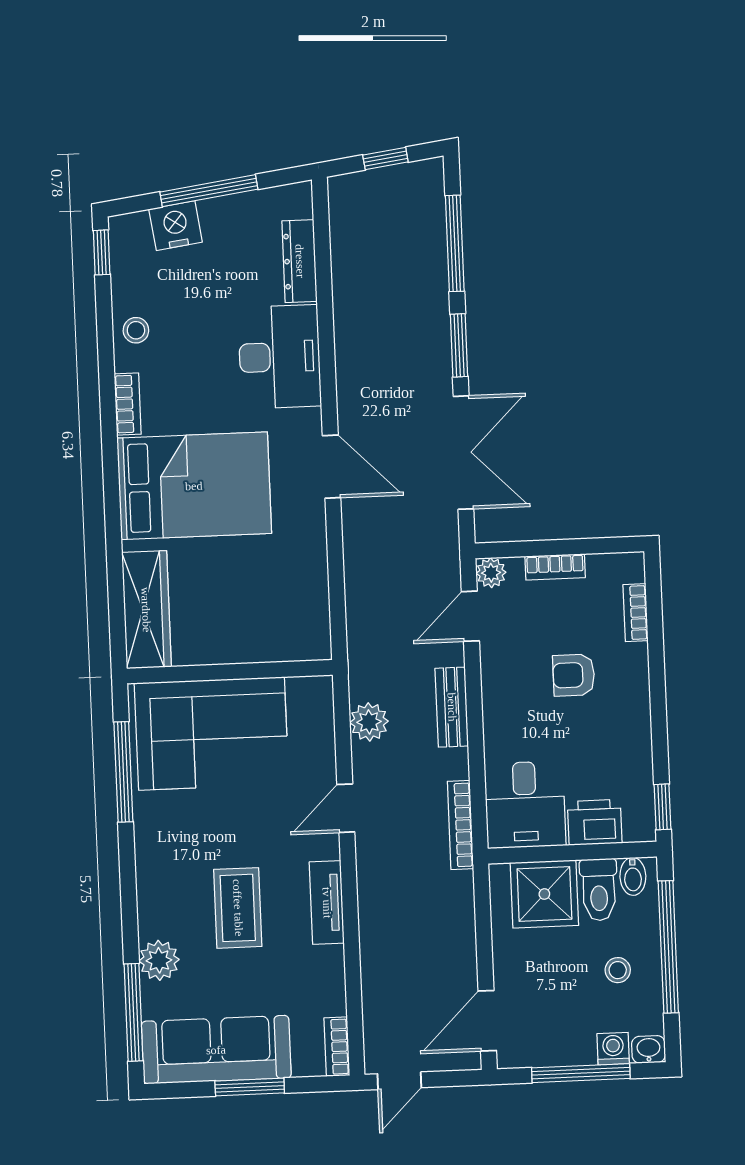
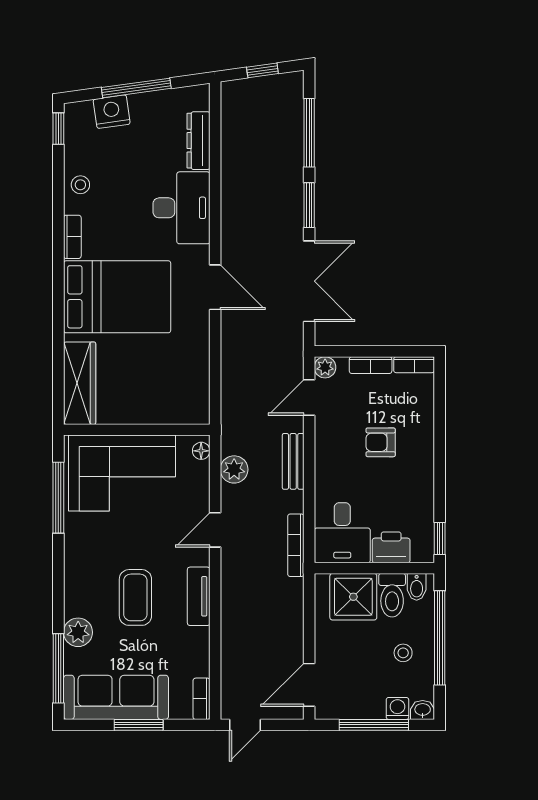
bookcase: (636, 613) -> (414, 365), moved, turned -90
floor lamp: (322, 698) -> (201, 451), added

